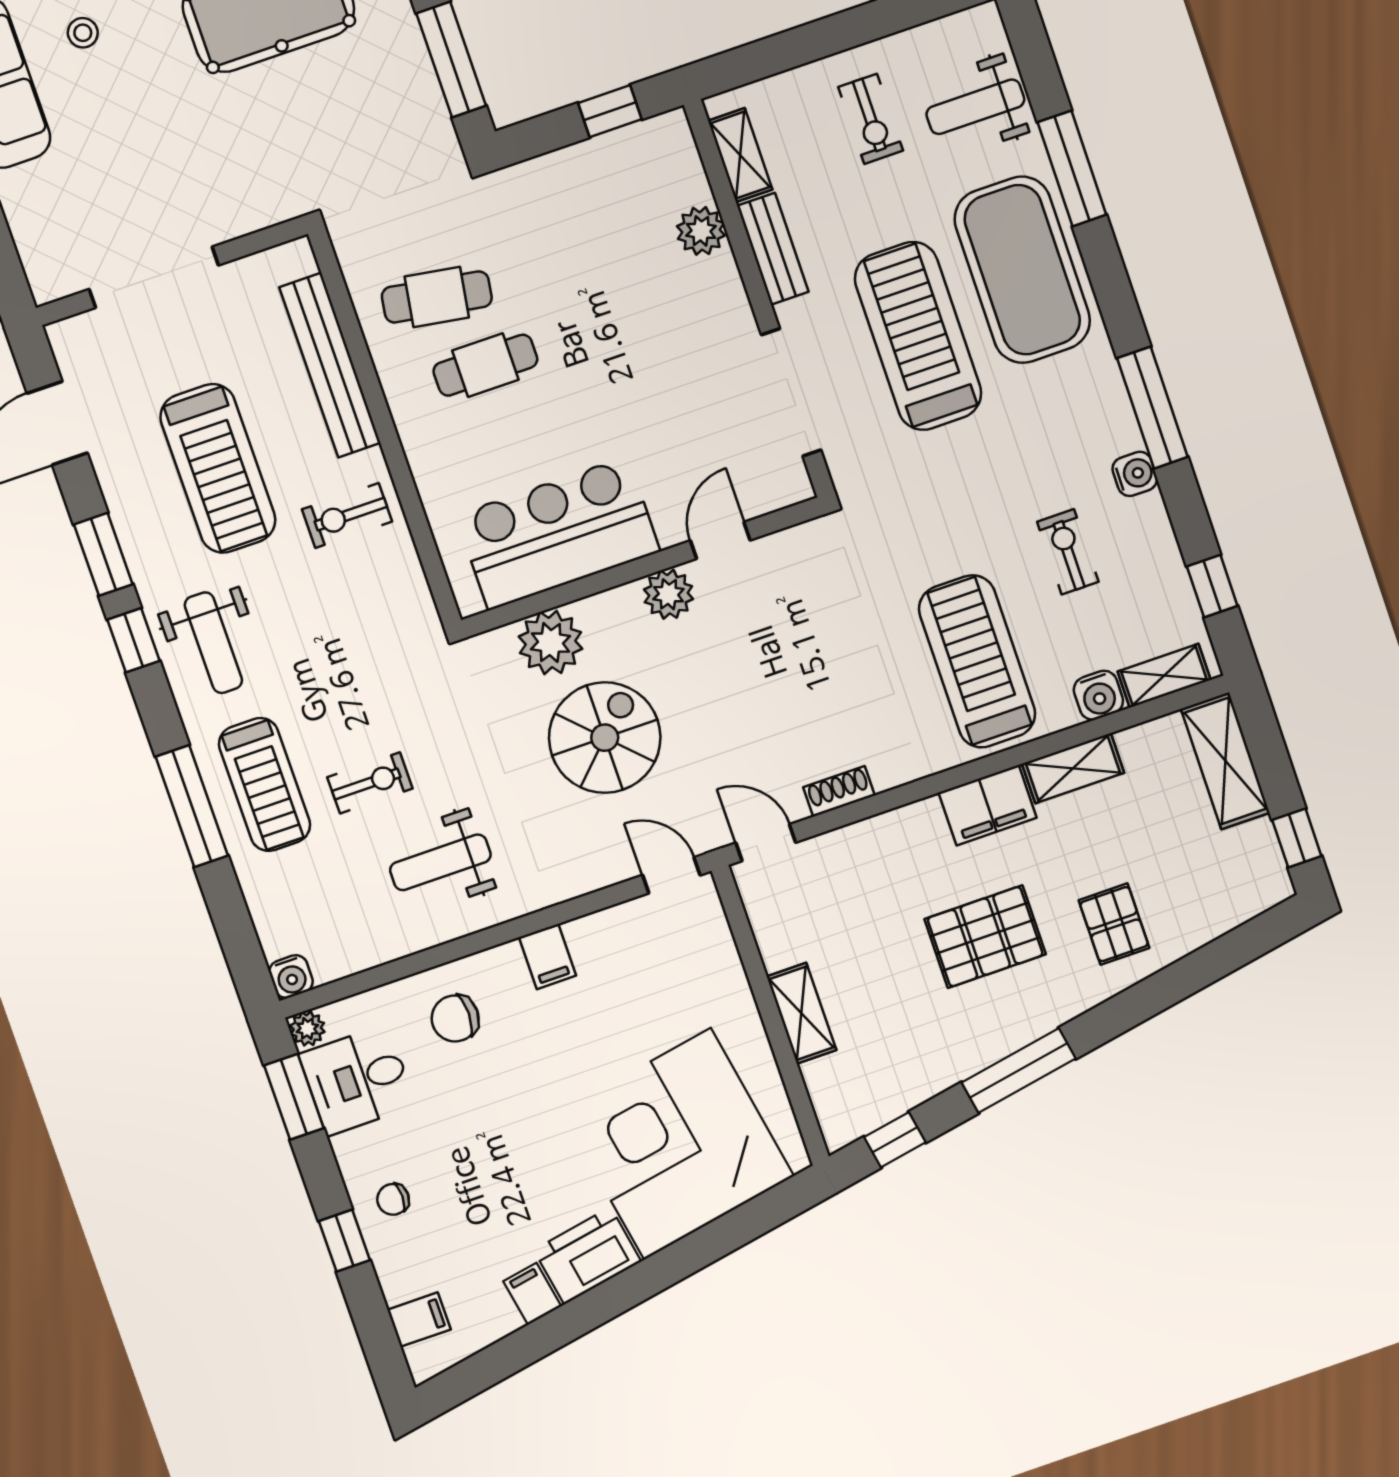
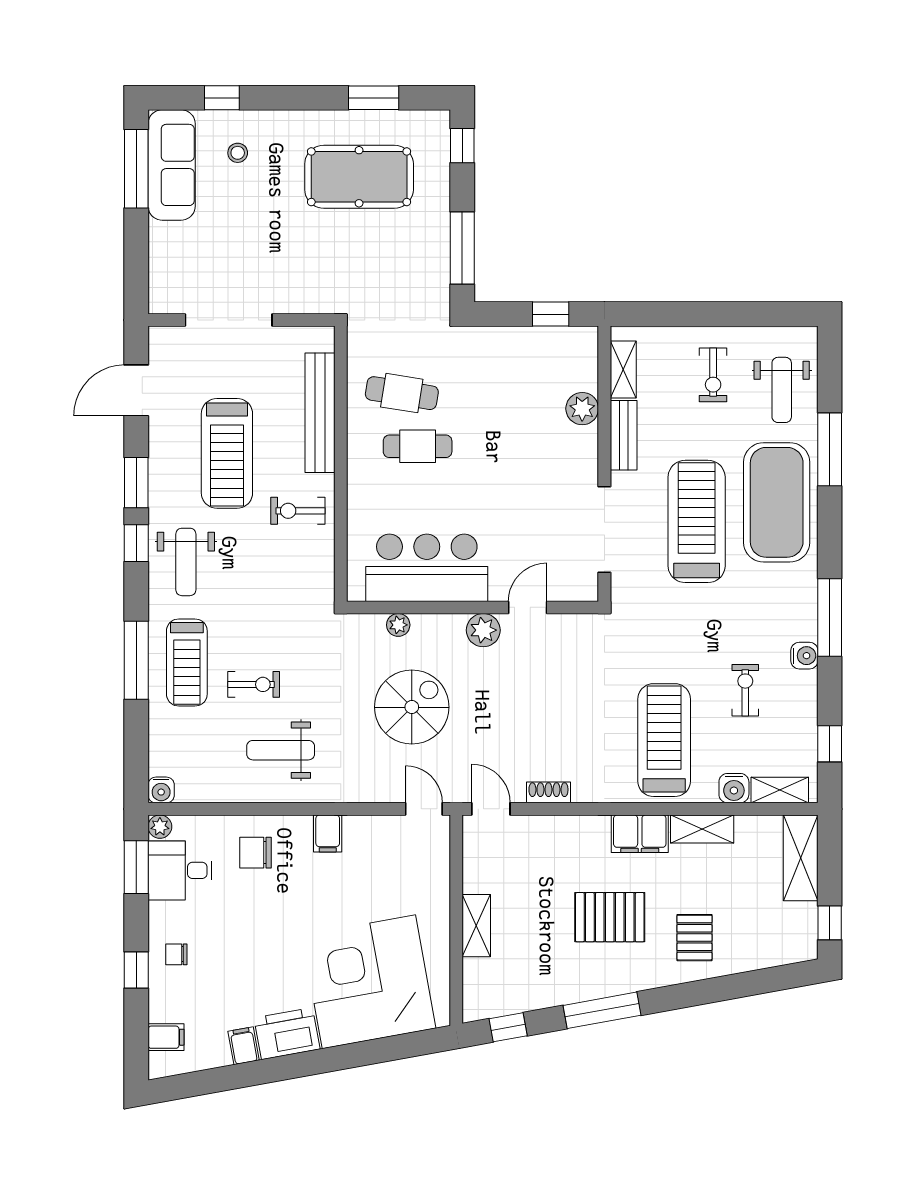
weight bench: (975, 107) -> (782, 390), turned -90
plant: (550, 643) -> (398, 625), width x0.53, depth x0.53

